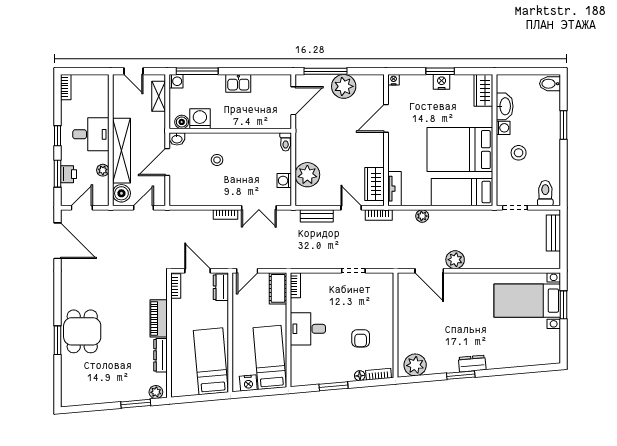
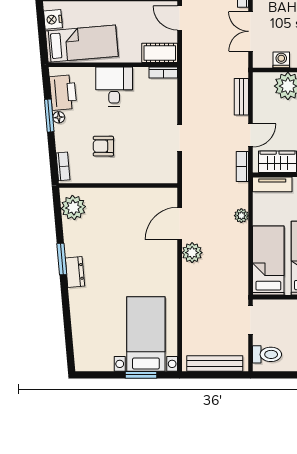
bench: (553, 233) -> (215, 364), width x1.36
printer: (313, 374) -> (63, 93), added
floor lamp: (360, 376) -> (59, 117), moved

